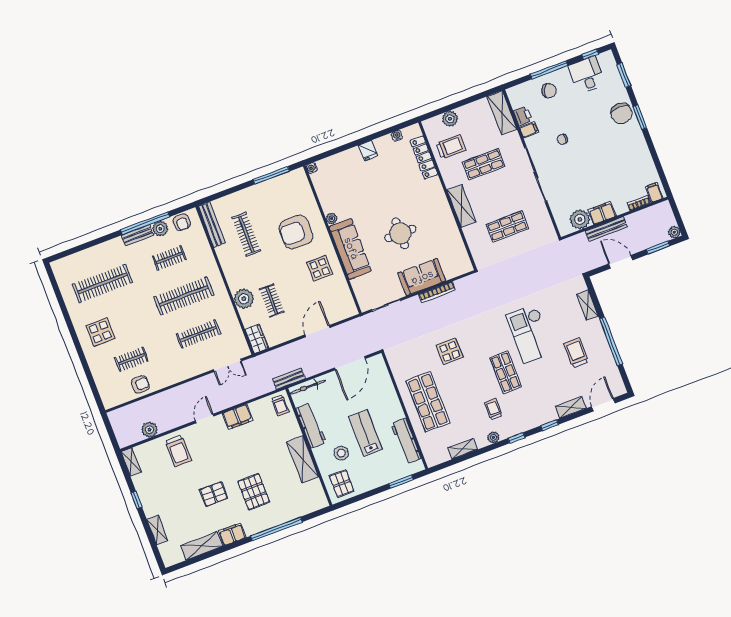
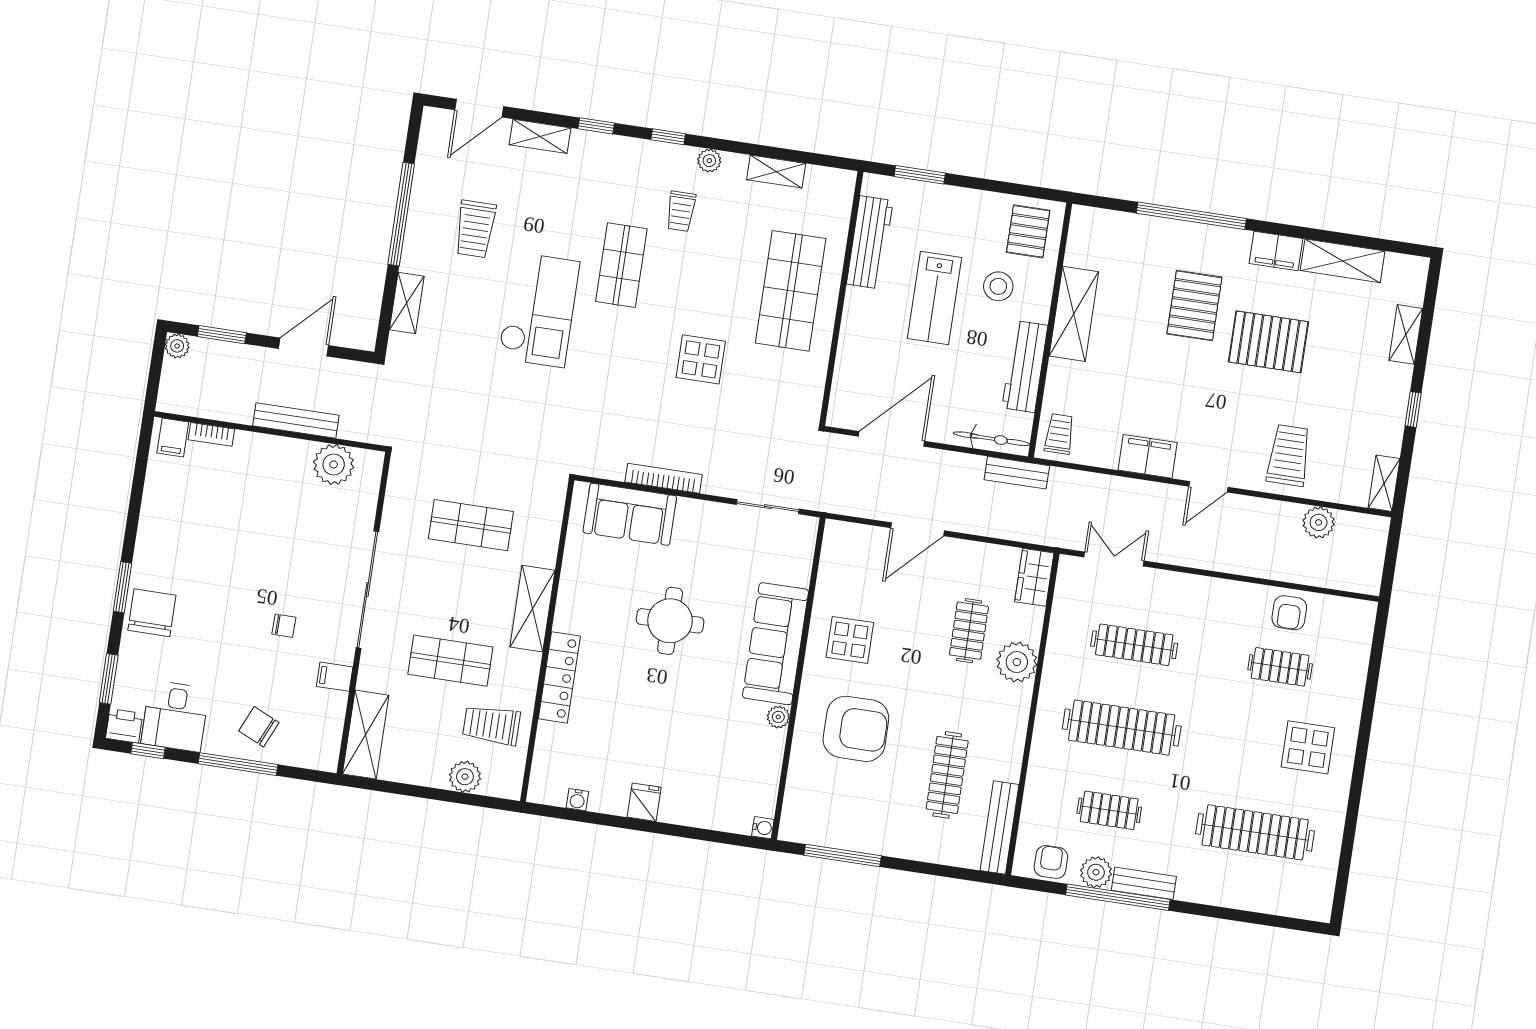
printer: (523, 116) -> (124, 726), moved, turned 90
locker: (424, 157) -> (559, 677), moved
filing cabinet: (602, 213) -> (287, 454), removed
door: (621, 262) -> (304, 347), swing flipped
sofa: (422, 277) -> (630, 514), moved
armchair: (140, 384) -> (1289, 613), turned -90
pallet: (214, 494) -> (1268, 342), width x1.50, depth x1.42

